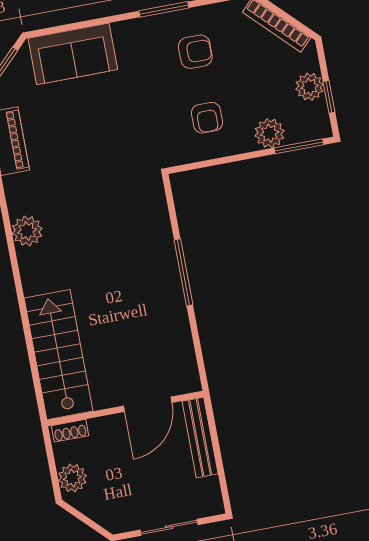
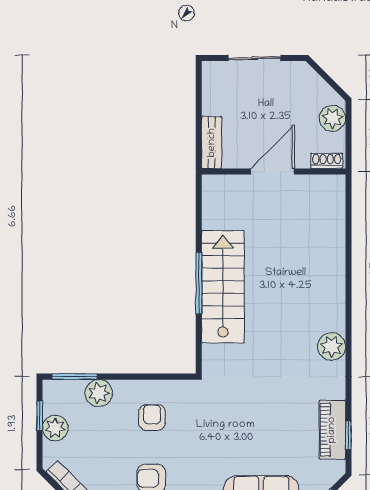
stairs: (58, 355) -> (223, 287), moved, turned 180
door: (148, 404) -> (273, 171), moved
bench: (200, 438) -> (212, 143), width x0.73

